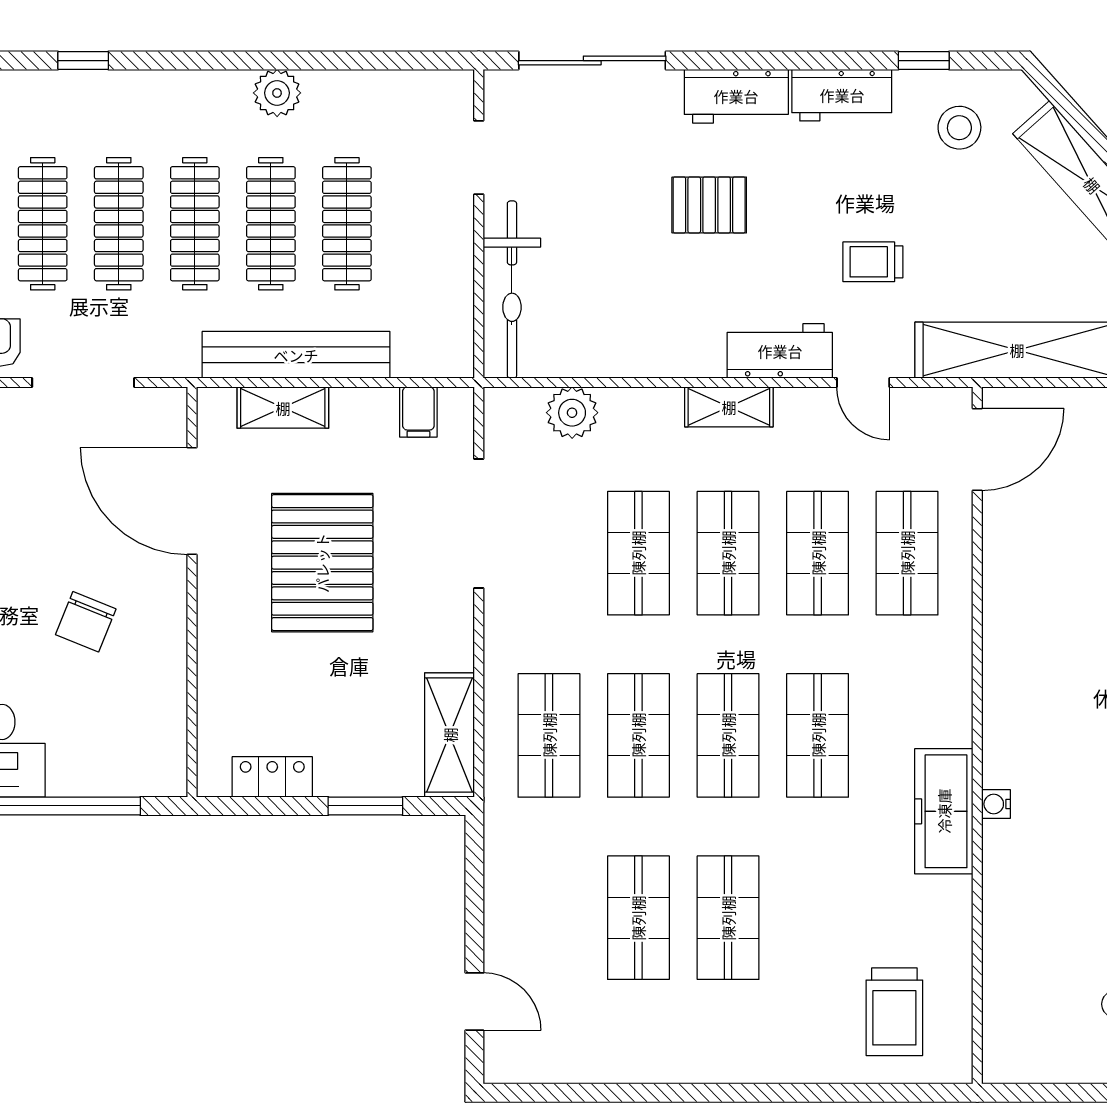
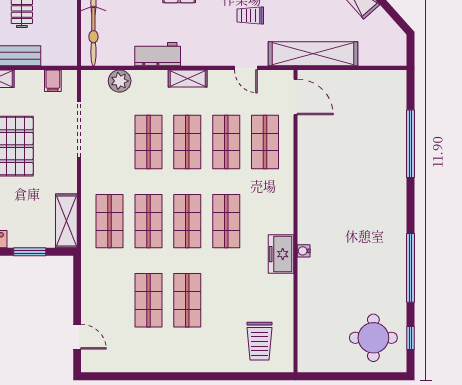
workbench: (780, 351) -> (158, 54), moved
door: (977, 449) -> (296, 97), hinge flipped
freezer: (944, 811) -> (281, 254), width x0.71

